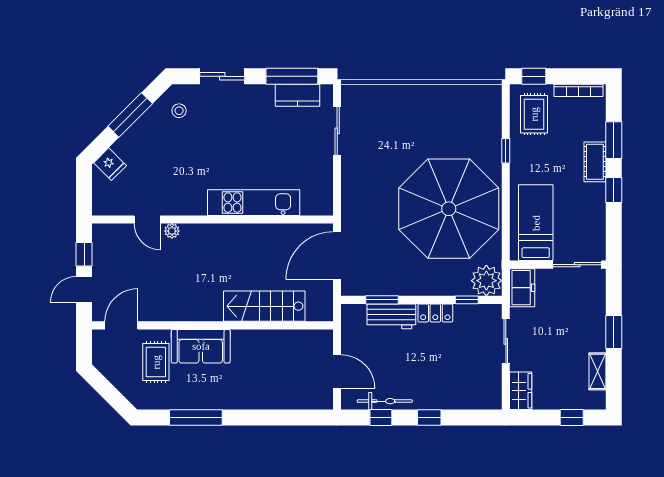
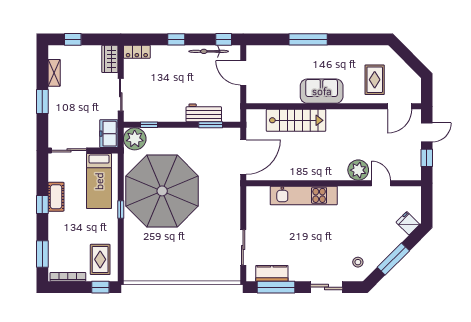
window: (614, 140) -> (42, 254), moved
window: (506, 151) -> (121, 209), moved
cot: (595, 162) -> (56, 197), moved
plant: (172, 231) -> (358, 170), width x1.88, depth x1.88
locker: (435, 313) -> (137, 52), moved, turned 180
sofa: (201, 346) -> (322, 91), moved
window: (196, 418) -> (308, 39), moved
window: (381, 418) -> (224, 39), moved

